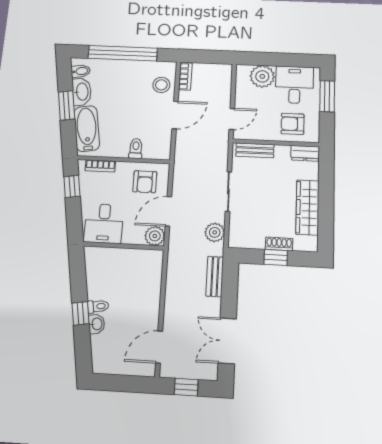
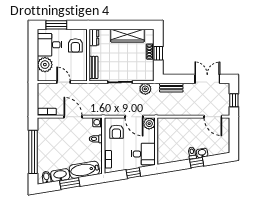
stool: (161, 85) -> (53, 126), removed
door: (232, 119) -> (63, 82), moved
washing machine: (163, 153) -> (98, 122), added
armchair: (145, 182) -> (116, 132), turned 90
window: (72, 186) -> (133, 173), moved
double door: (227, 341) -> (207, 79), swing flipped

